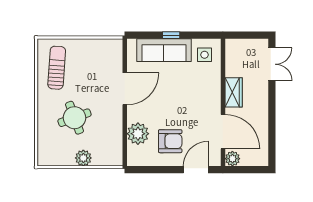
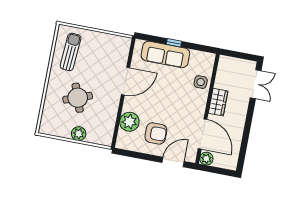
side table: (205, 55) -> (201, 82), moved

